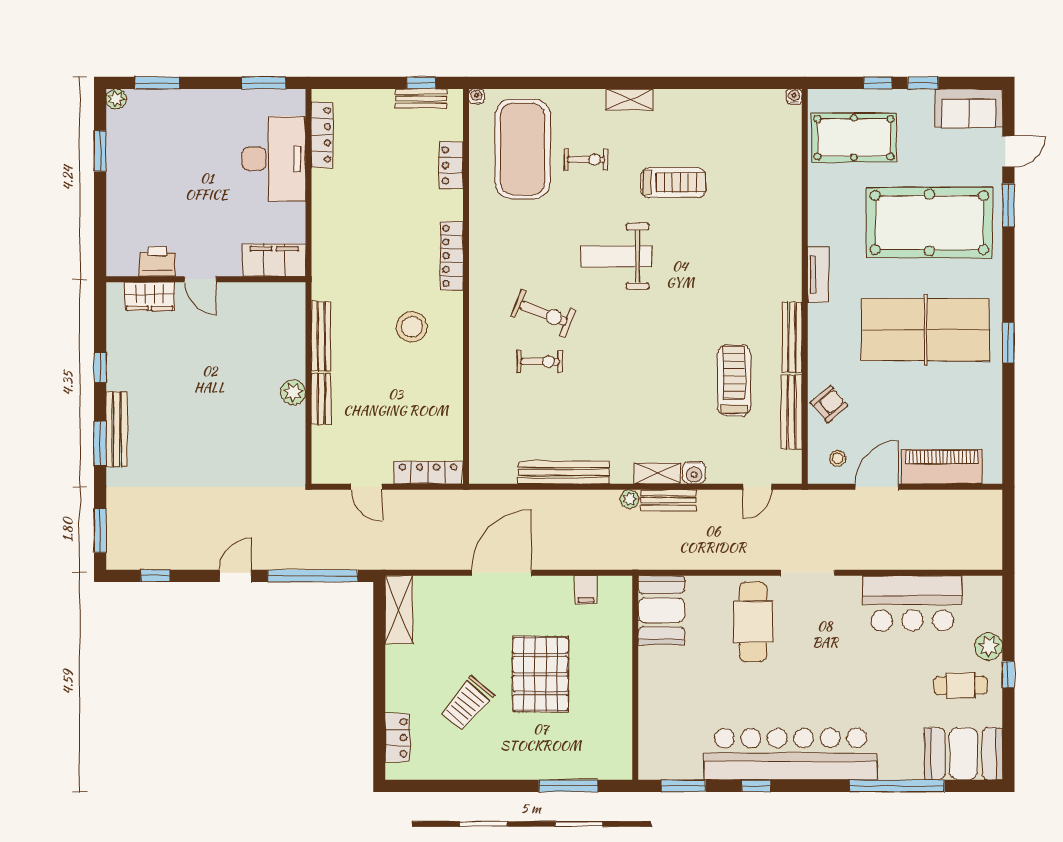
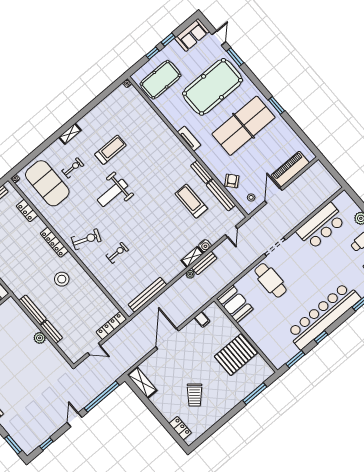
exercise bike: (543, 313) -> (86, 239), moved
bench: (792, 337) -> (202, 172), width x0.73
bench: (564, 473) -> (147, 295), moved
pallet: (540, 674) -> (236, 355), moved, turned 90

